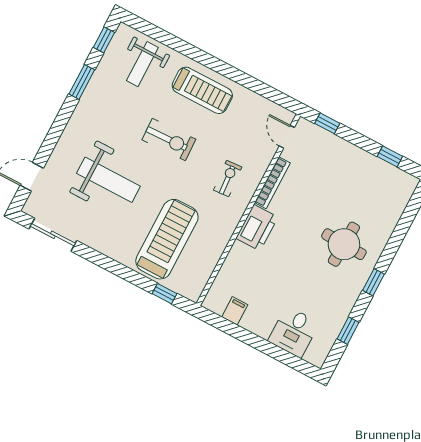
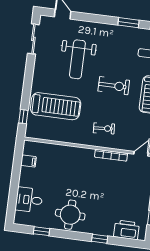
exercise bike: (169, 140) -> (114, 86), turned -88
printer: (257, 228) -> (126, 230), moved, turned 180
round table: (344, 244) -> (70, 215), moved
window: (373, 282) -> (100, 239), moved

